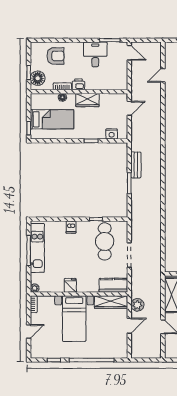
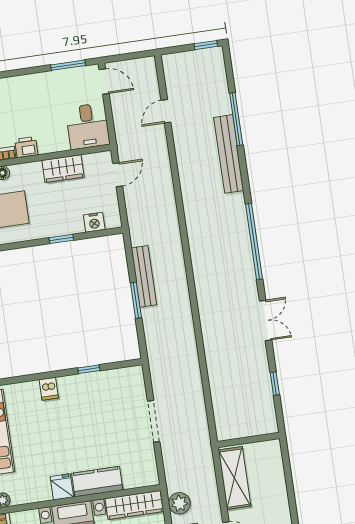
desk: (95, 54) -> (88, 126), moved, turned 180
wardrobe: (87, 100) -> (63, 169), moved
bench: (136, 165) -> (144, 276), width x1.36
cafe table: (105, 241) -> (109, 405), removed
kitchen counter: (113, 285) -> (97, 482), moved

